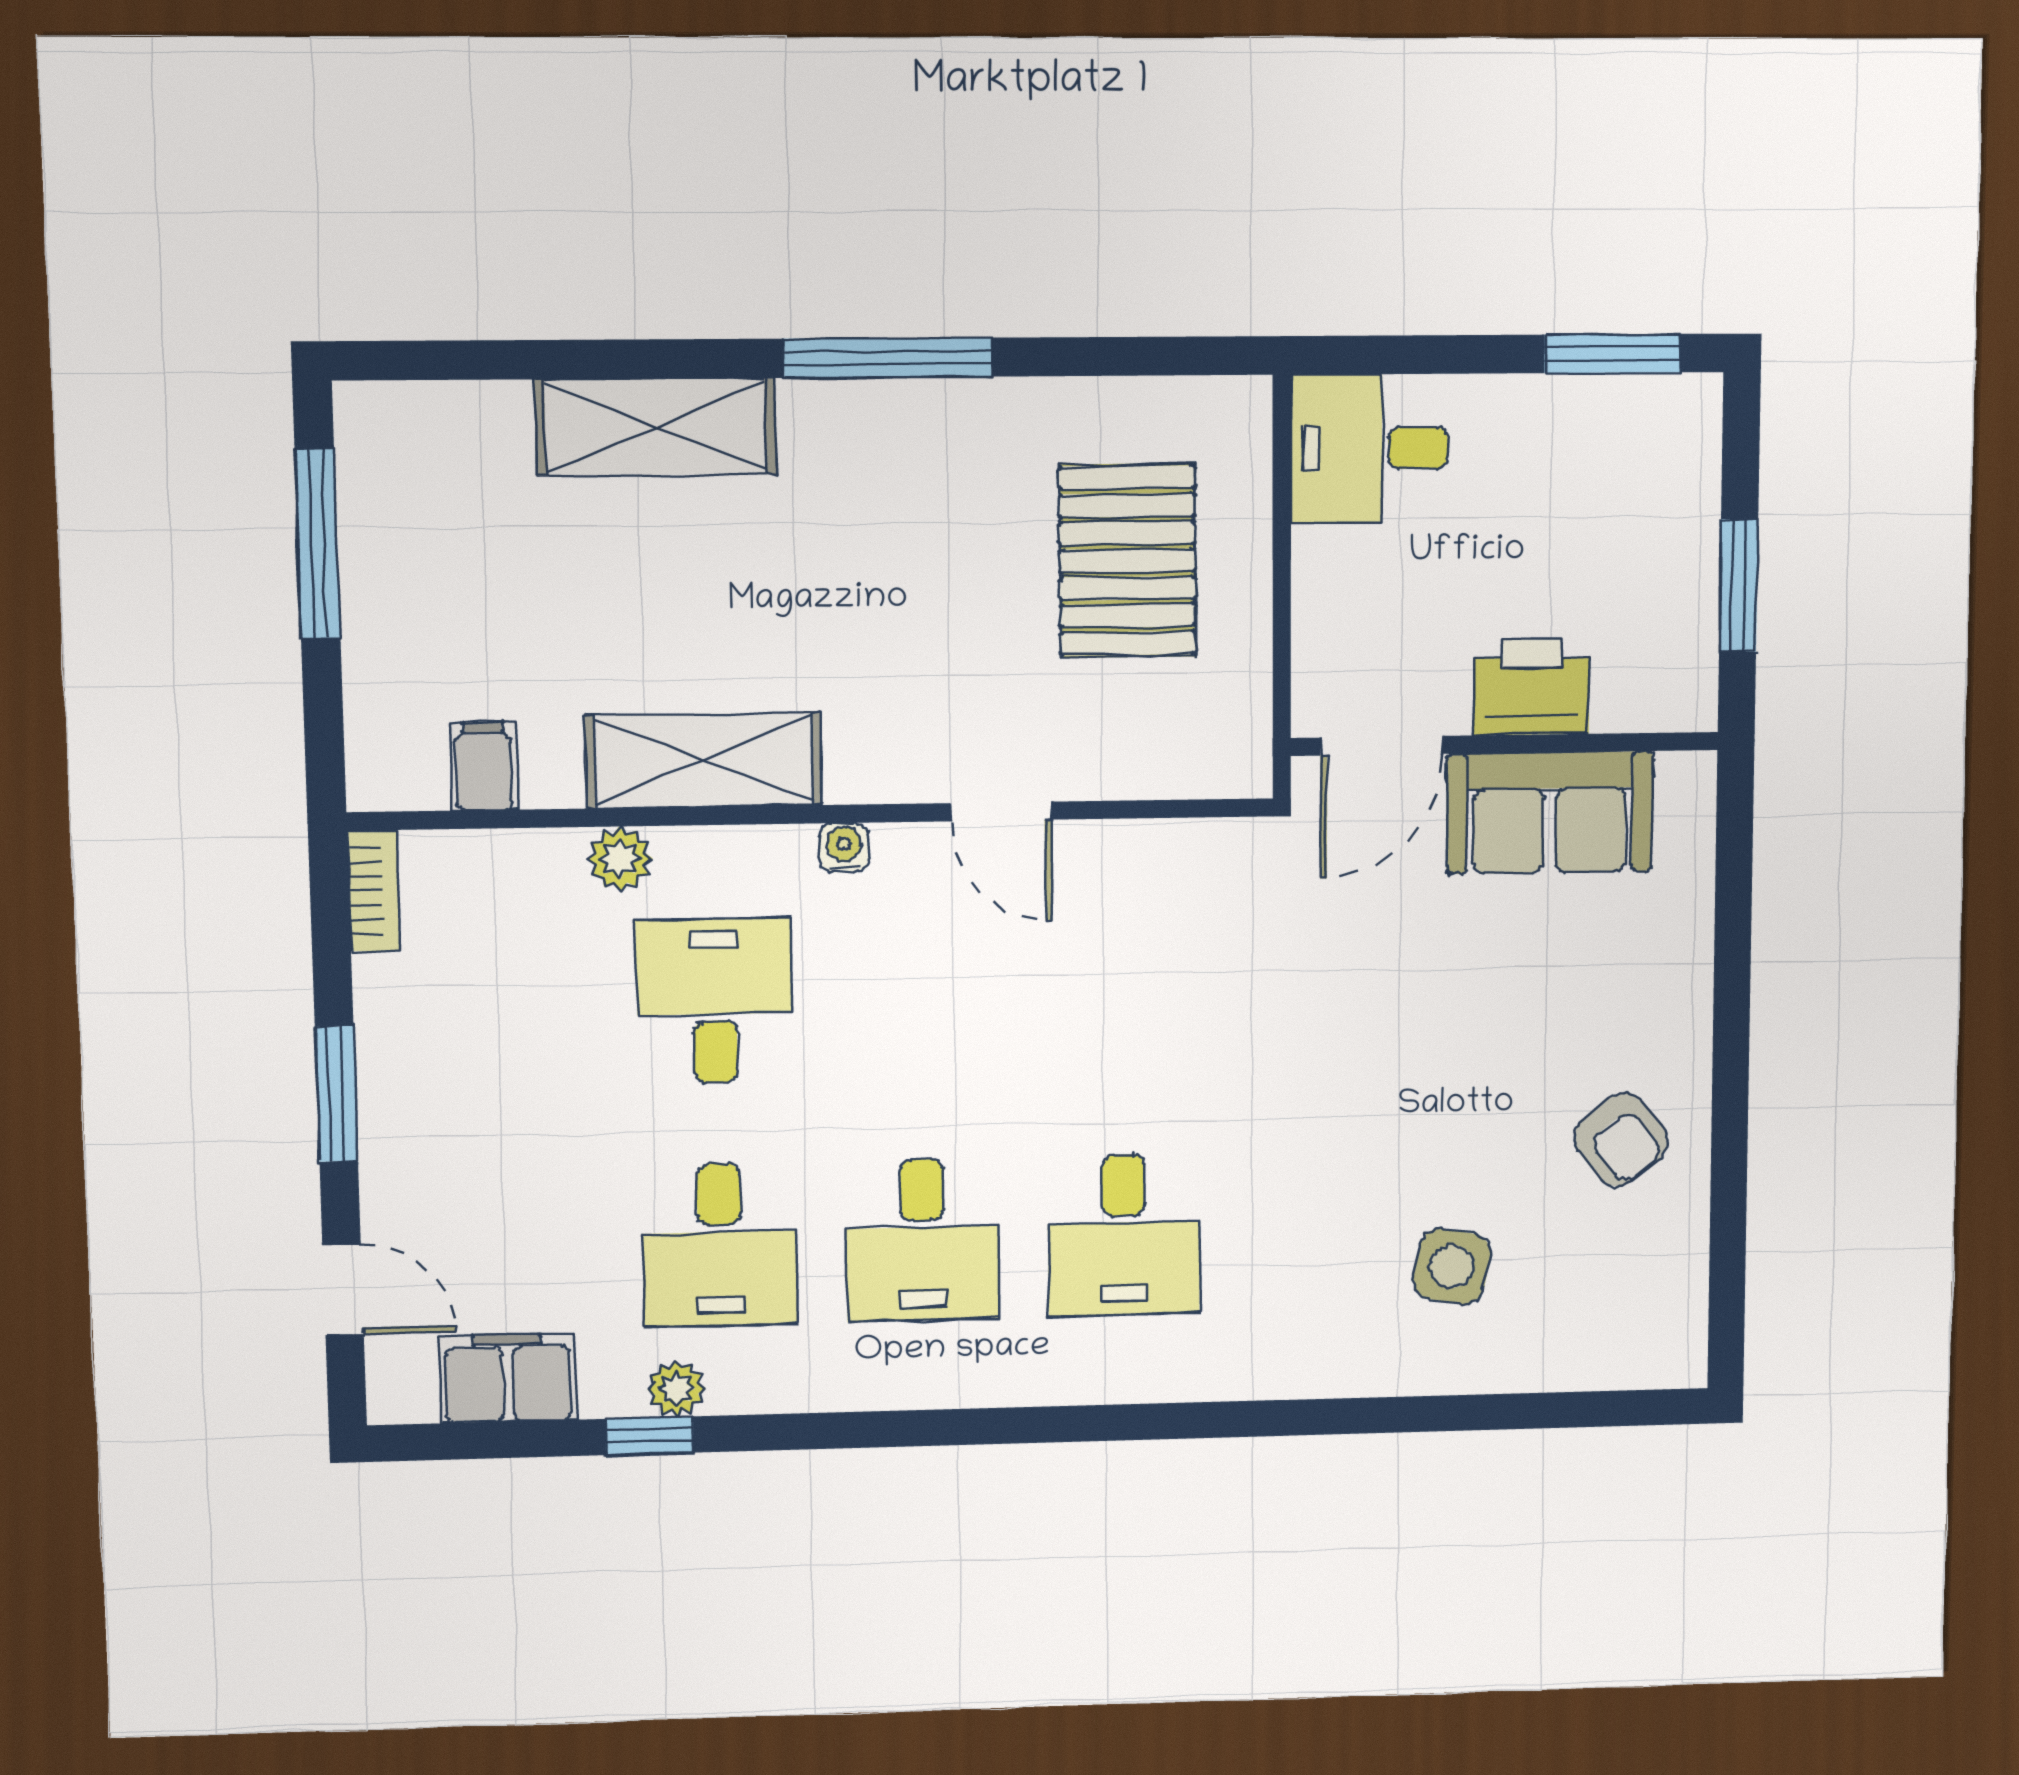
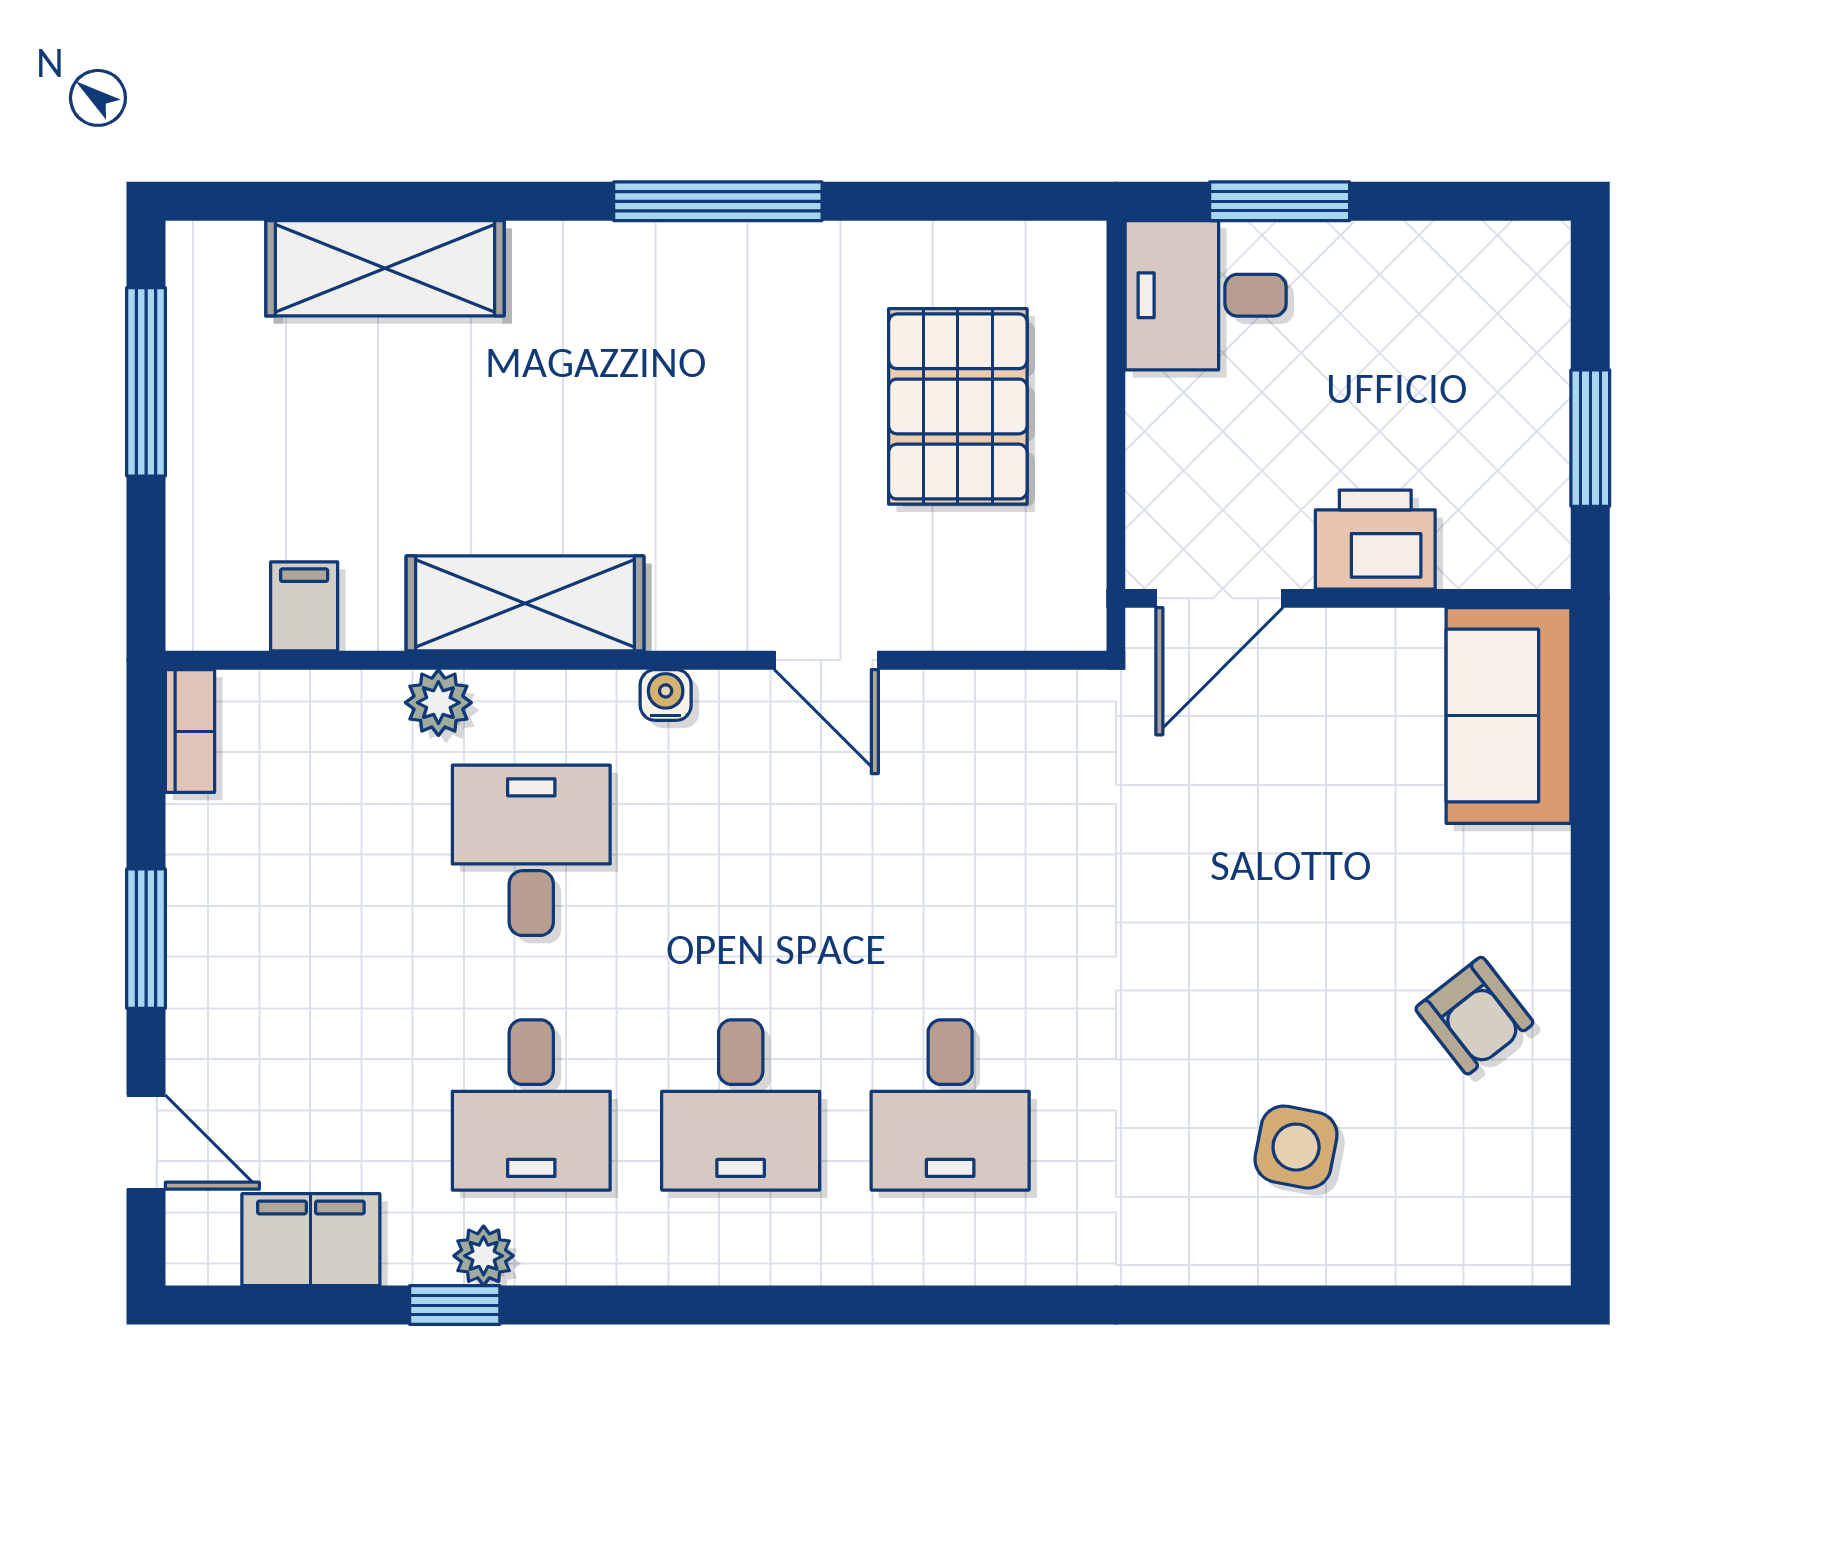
window: (1613, 354) -> (1280, 201), moved
shelving: (655, 427) -> (385, 268), moved
sofa: (1550, 812) -> (1509, 716), moved, turned 90

